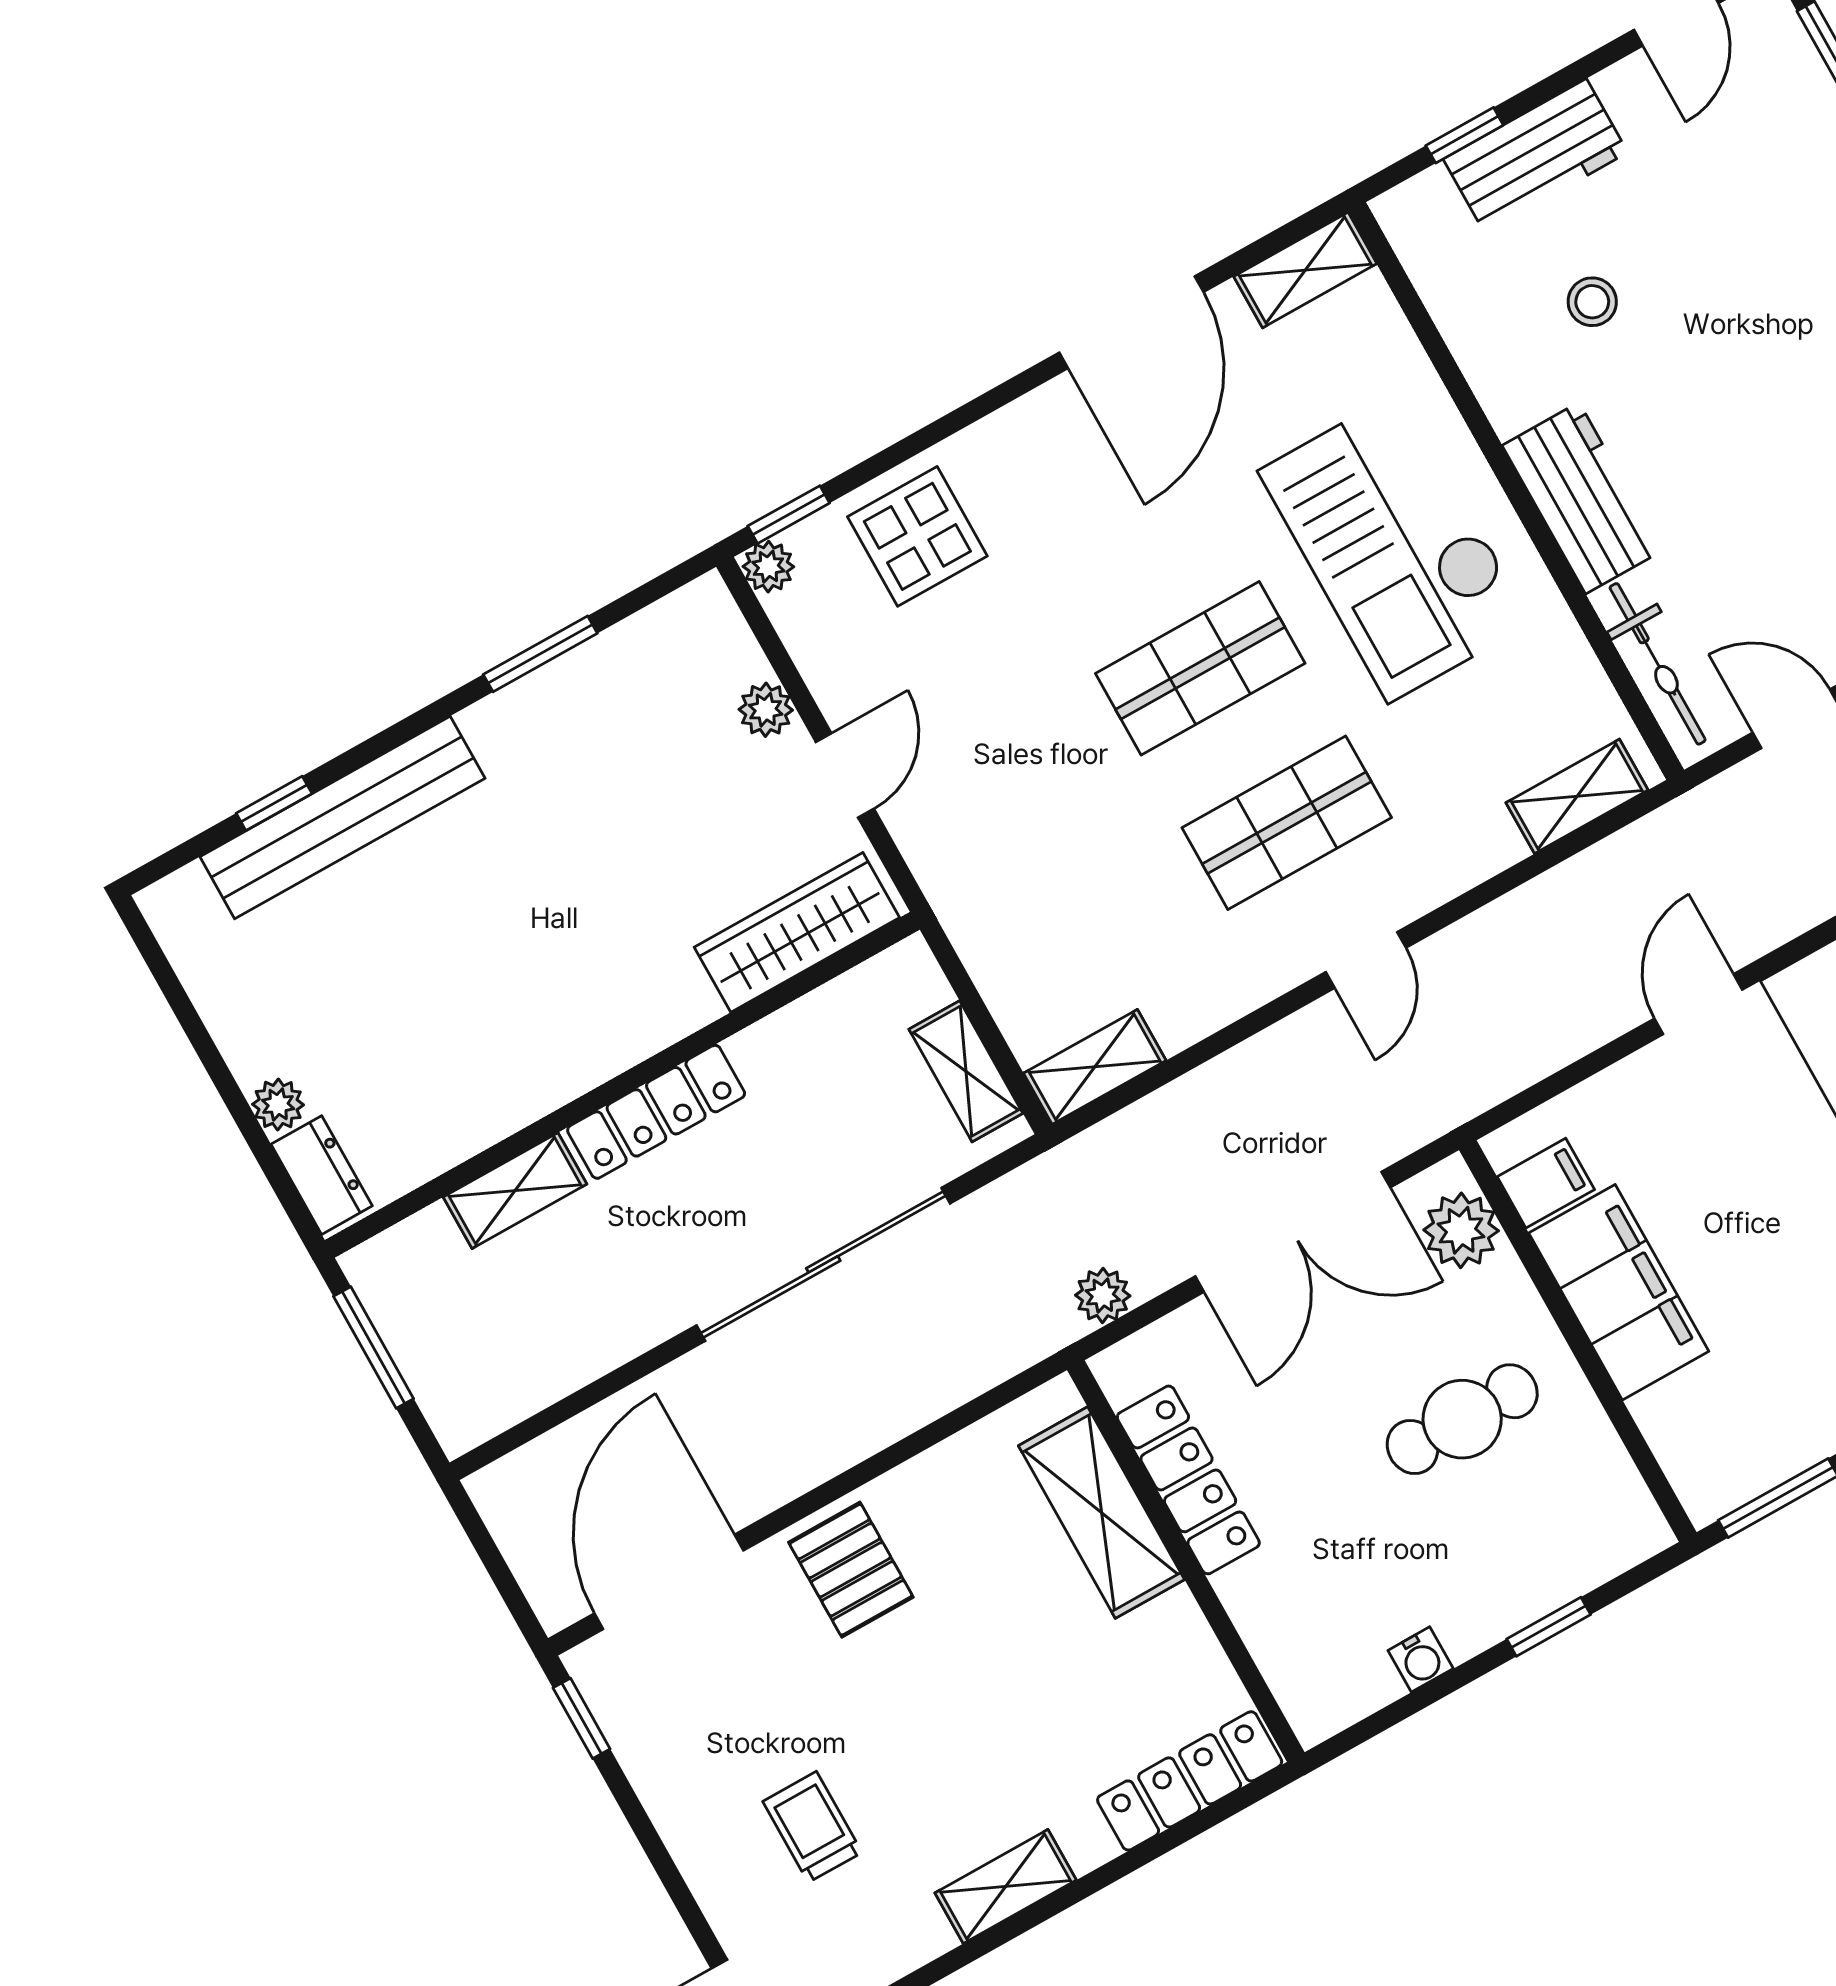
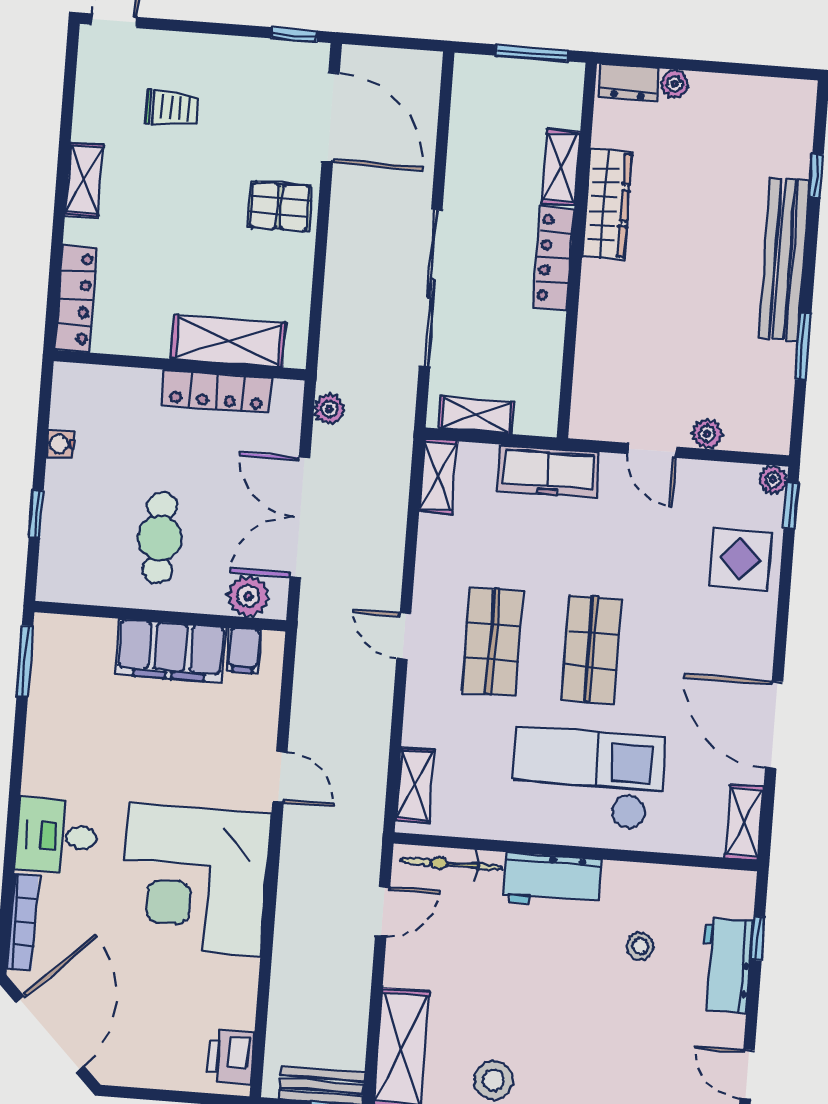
bench: (342, 817) -> (784, 259), moved
freezer: (978, 909) -> (548, 471), added
wardrobe: (797, 932) -> (607, 204), moved

